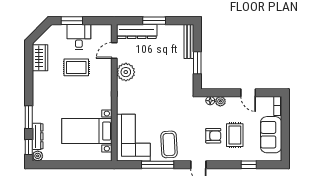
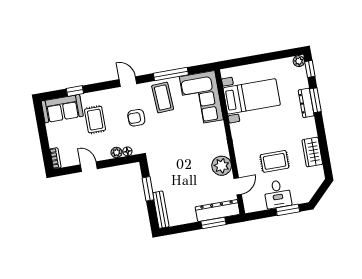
window: (154, 21) -> (213, 223), moved
wardrobe: (40, 58) -> (312, 152), moved
sofa: (271, 135) -> (62, 109), moved, turned 90
dresser: (38, 136) -> (306, 103), moved
armchair: (213, 136) -> (136, 118), moved

